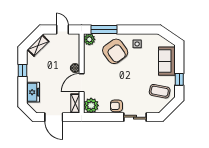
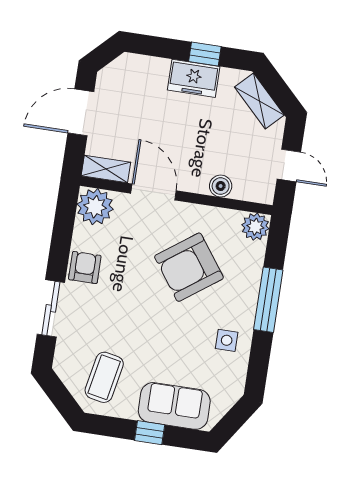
door: (62, 30) -> (289, 165), hinge flipped
window: (104, 30) -> (268, 300), moved
armchair: (115, 51) -> (189, 267), moved
boiler: (75, 68) -> (221, 186), moved
window: (179, 79) -> (150, 433), moved
freezer: (33, 92) -> (194, 78), moved

